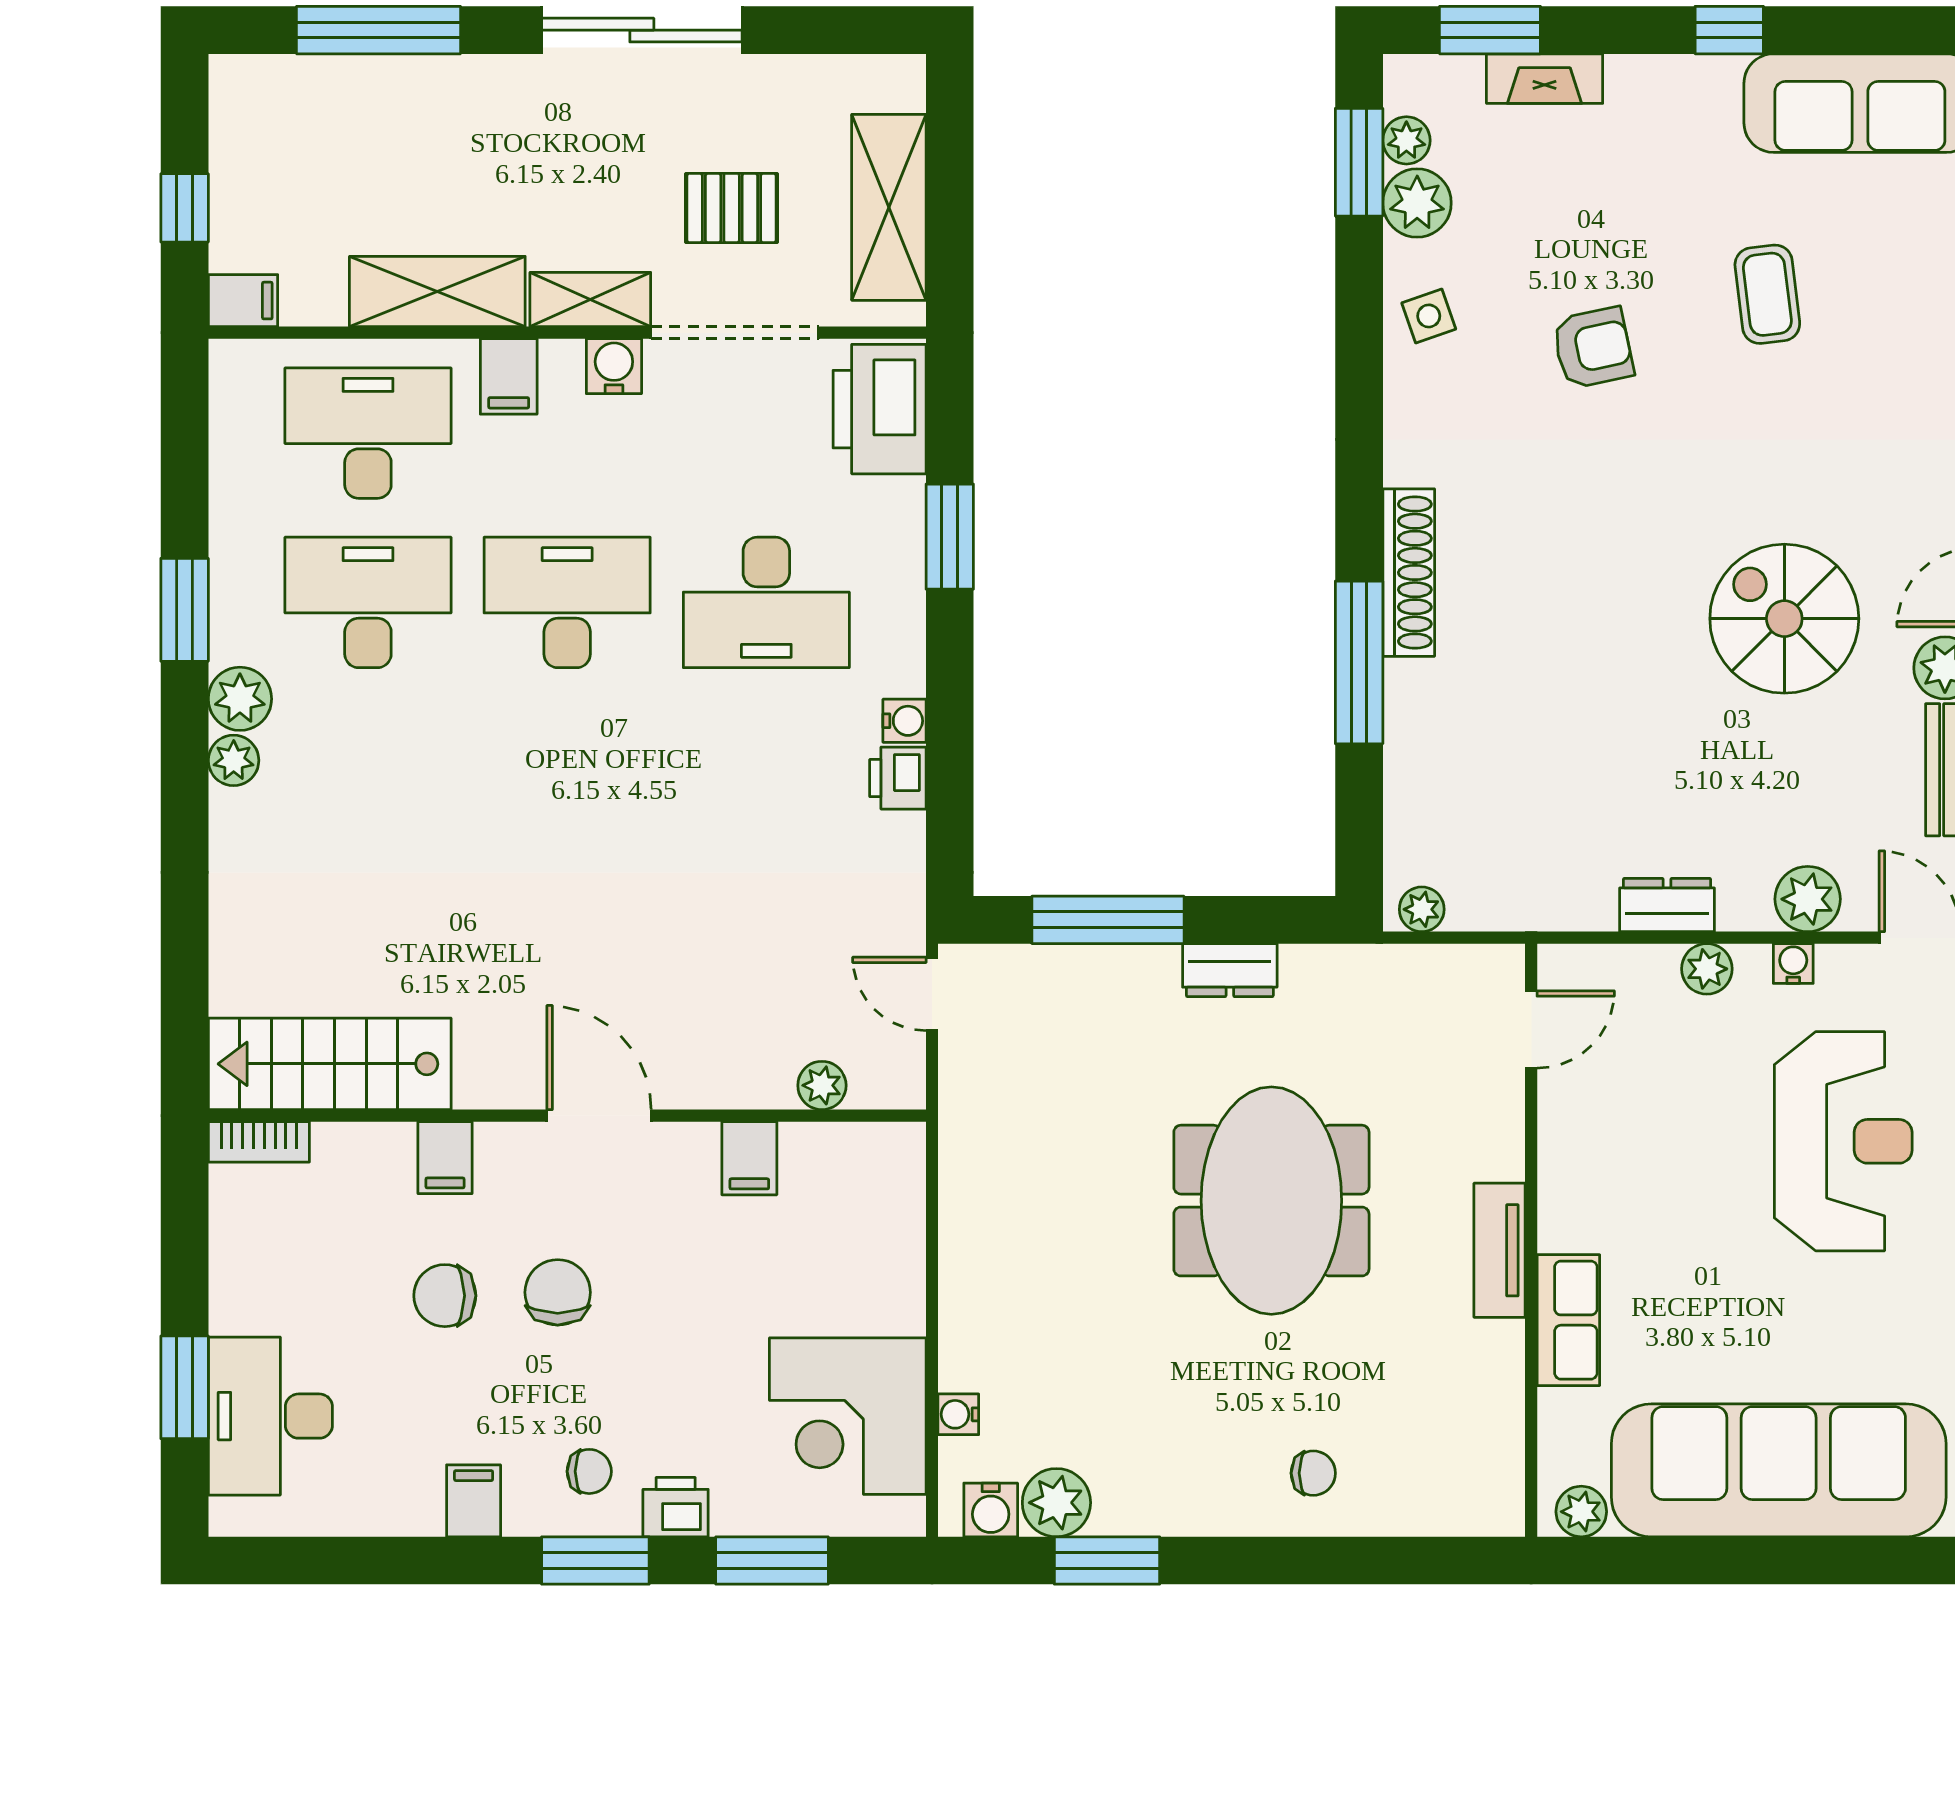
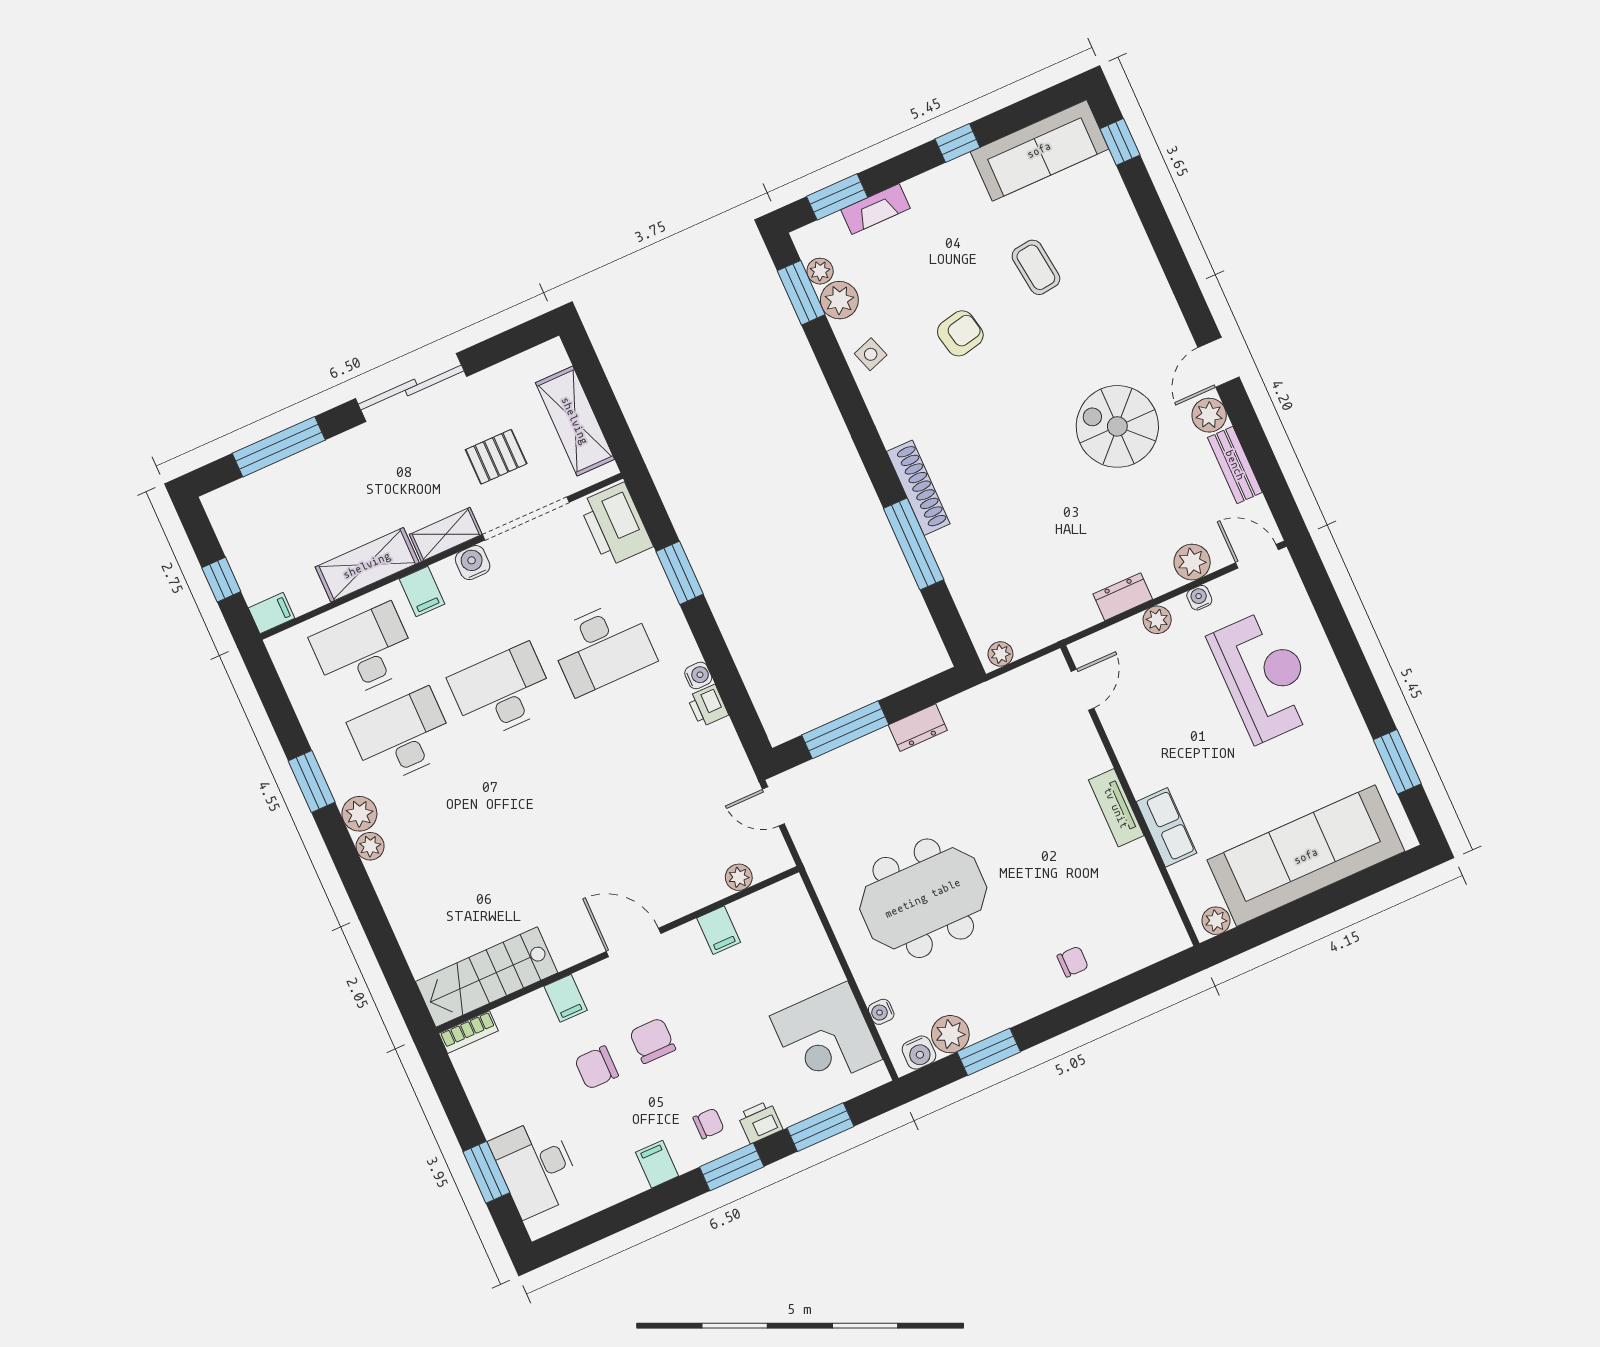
meeting table: (1271, 1201) -> (923, 898), moved, turned 90

